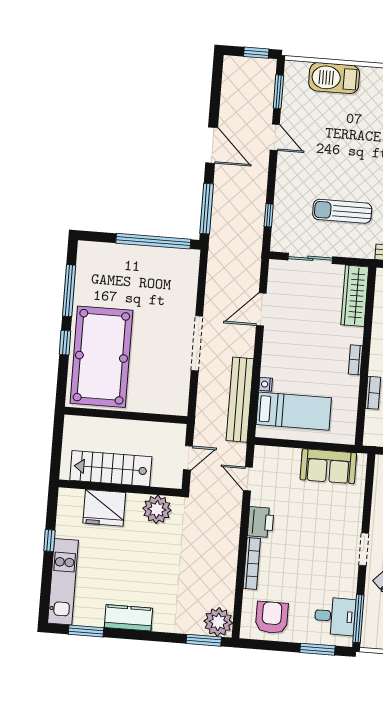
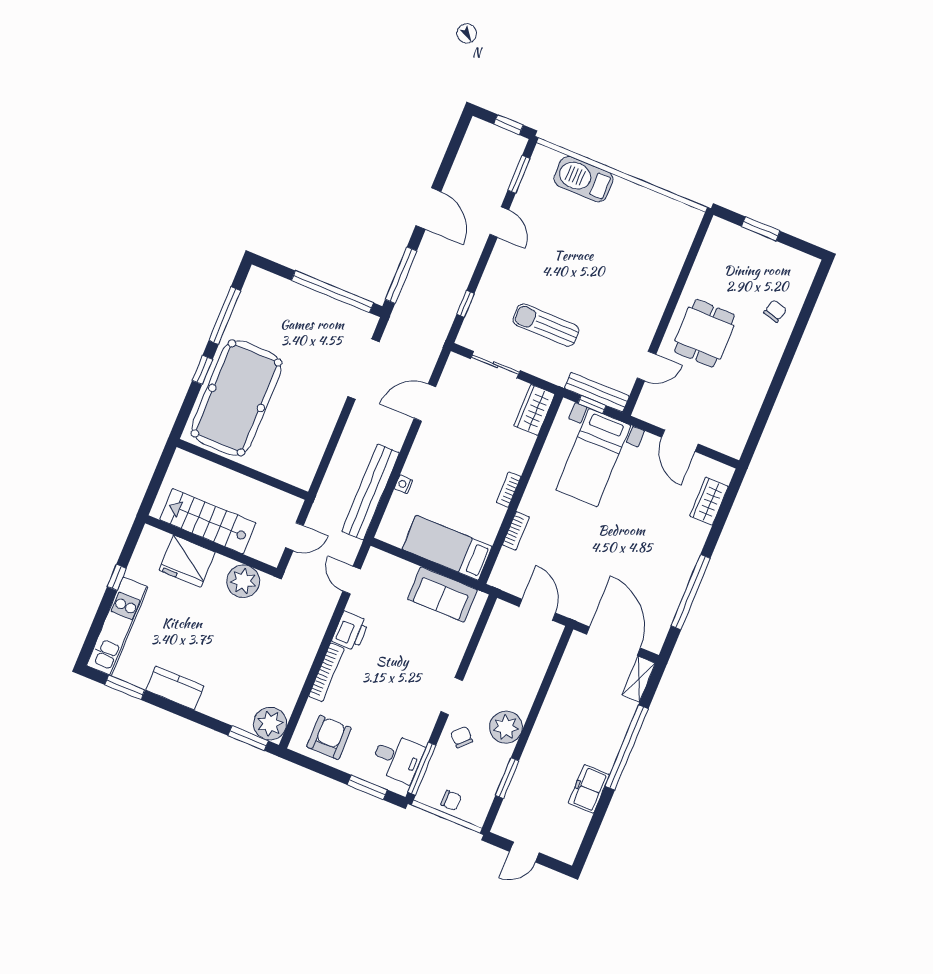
wardrobe: (355, 296) -> (534, 410), width x0.67
doorway: (197, 343) -> (363, 369), moved
bed: (294, 411) -> (447, 548), moved, turned 180

